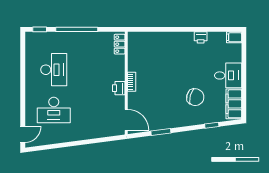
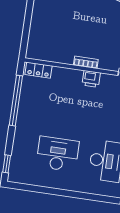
window: (77, 29) -> (16, 101), moved

